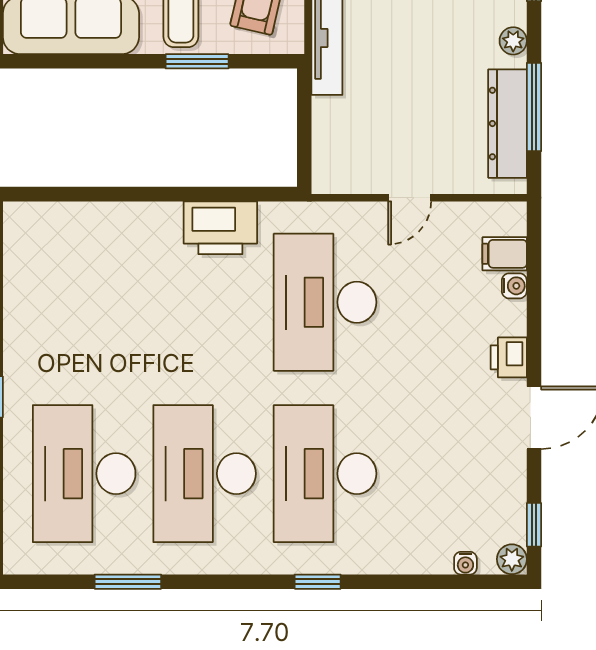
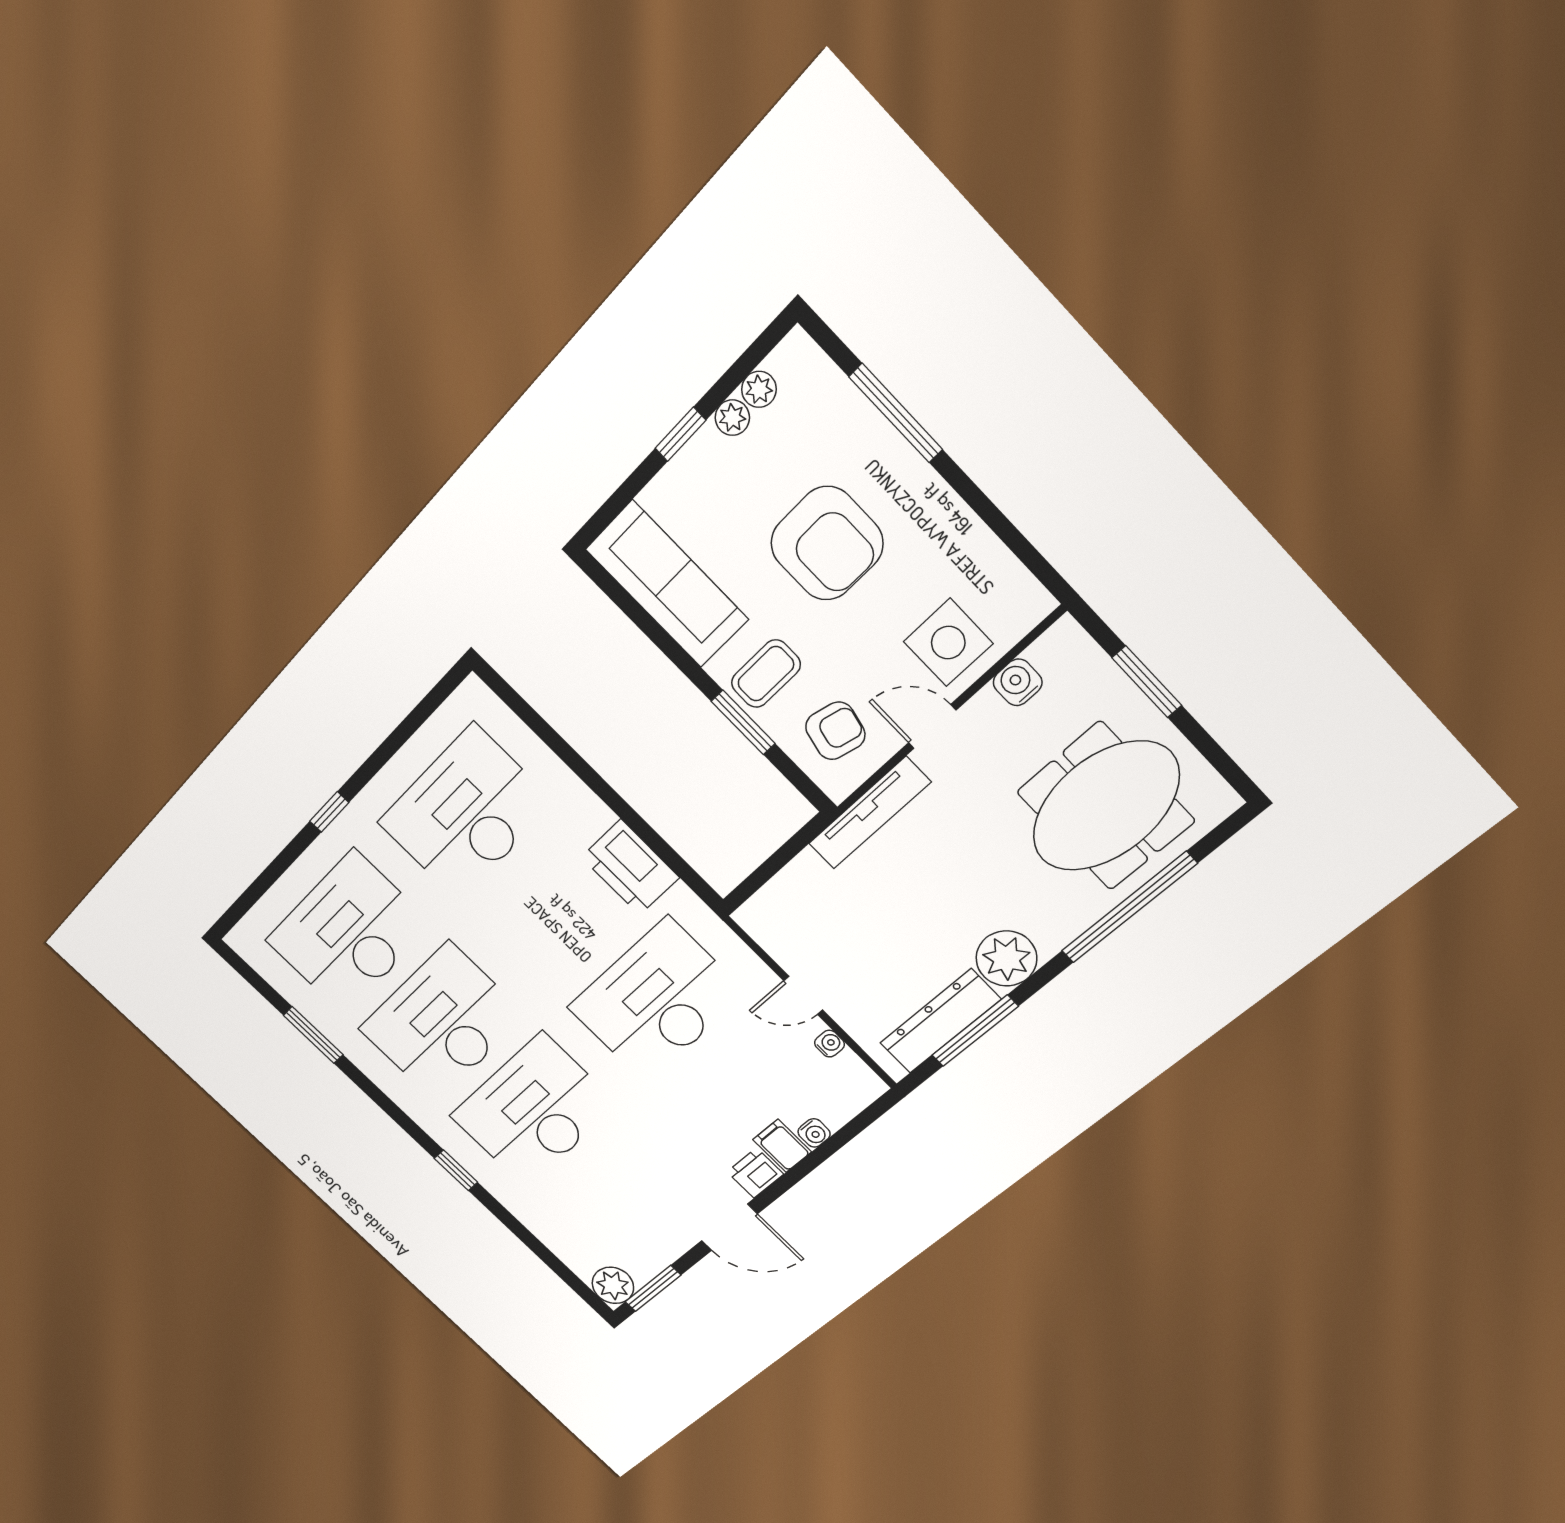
plant: (513, 41) -> (1006, 958), width x1.87, depth x1.87
filing cabinet: (505, 254) -> (782, 1146), moved
desk: (84, 302) -> (466, 813), added
window: (534, 525) -> (653, 1288), width x1.50
plant: (512, 559) -> (613, 1285), width x1.38, depth x1.38
water cooler: (465, 563) -> (829, 1044), moved, turned 180

